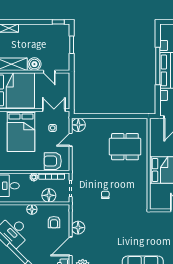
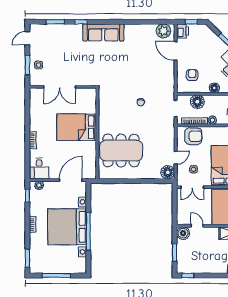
boiler: (34, 64) -> (183, 233), moved
dining table: (125, 147) -> (121, 151), width x1.36, depth x1.24
floor lamp: (78, 228) -> (168, 70), removed
door: (71, 246) -> (176, 51), swing flipped

